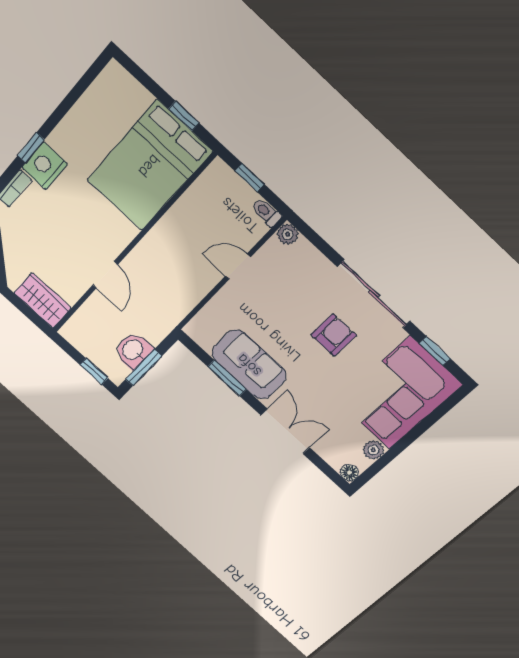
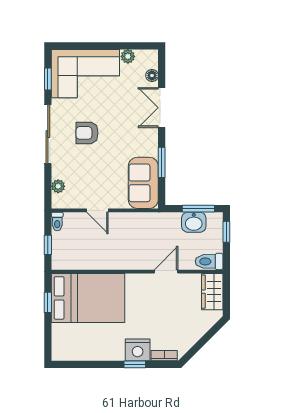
plant: (287, 234) -> (58, 186), moved
toilet: (78, 327) -> (209, 261), added
sofa: (249, 365) -> (143, 183), moved
floor lamp: (350, 473) -> (152, 75), moved

